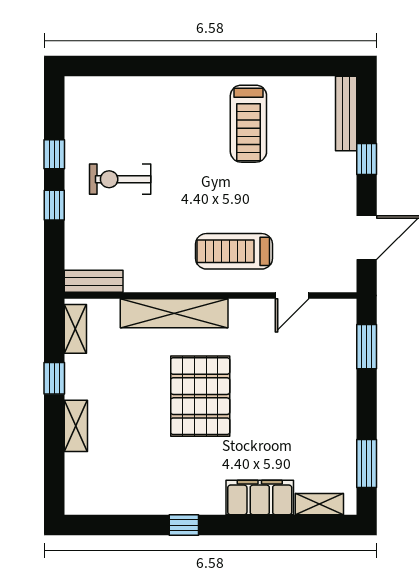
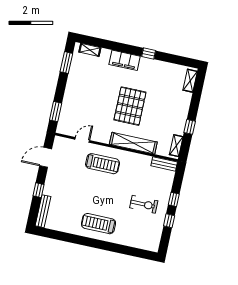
treadmill: (248, 124) -> (99, 224), moved, turned -90
shelving: (76, 426) -> (190, 81), moved
filing cabinet: (260, 497) -> (125, 60), moved

